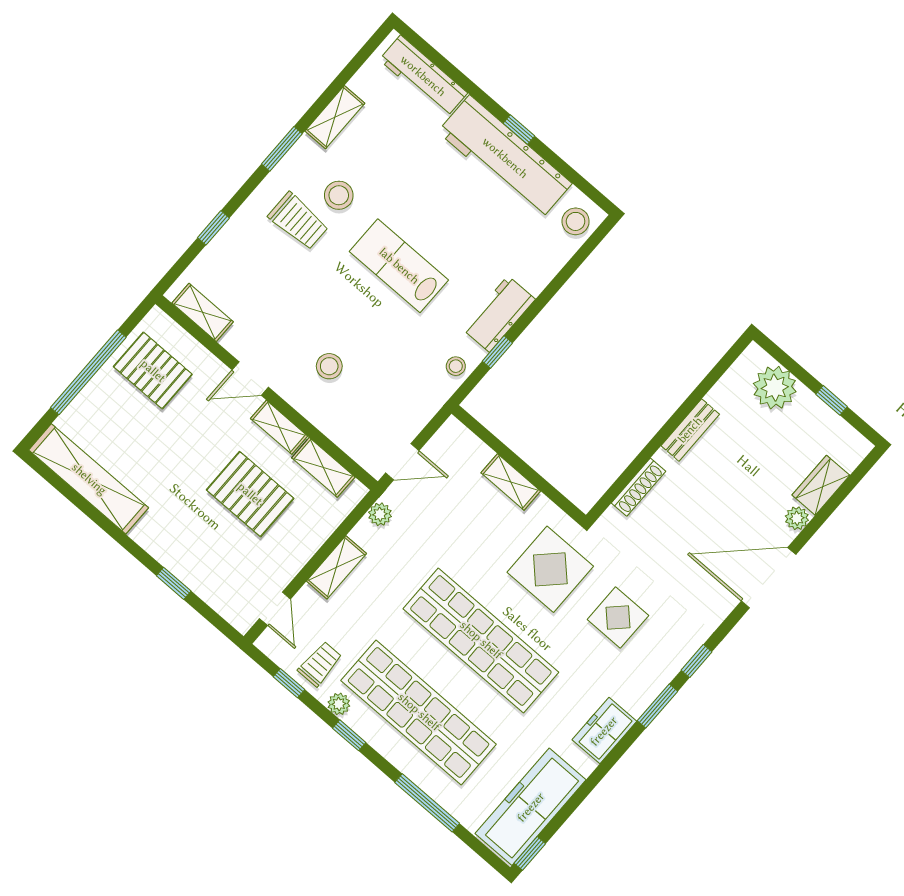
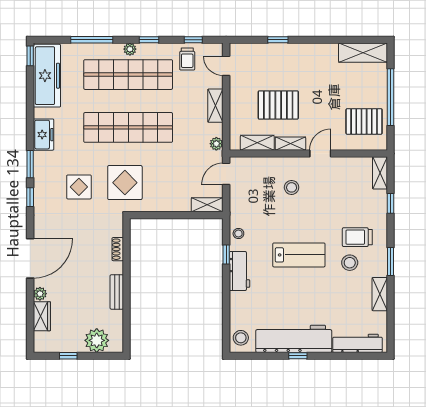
shelving: (203, 312) -> (380, 173), moved, turned 90
shelving: (89, 479) -> (363, 53), width x0.68
shelving: (511, 482) -> (207, 205), moved
shoe rack: (639, 487) -> (118, 249), width x0.70
plant: (339, 704) -> (130, 49), moved

